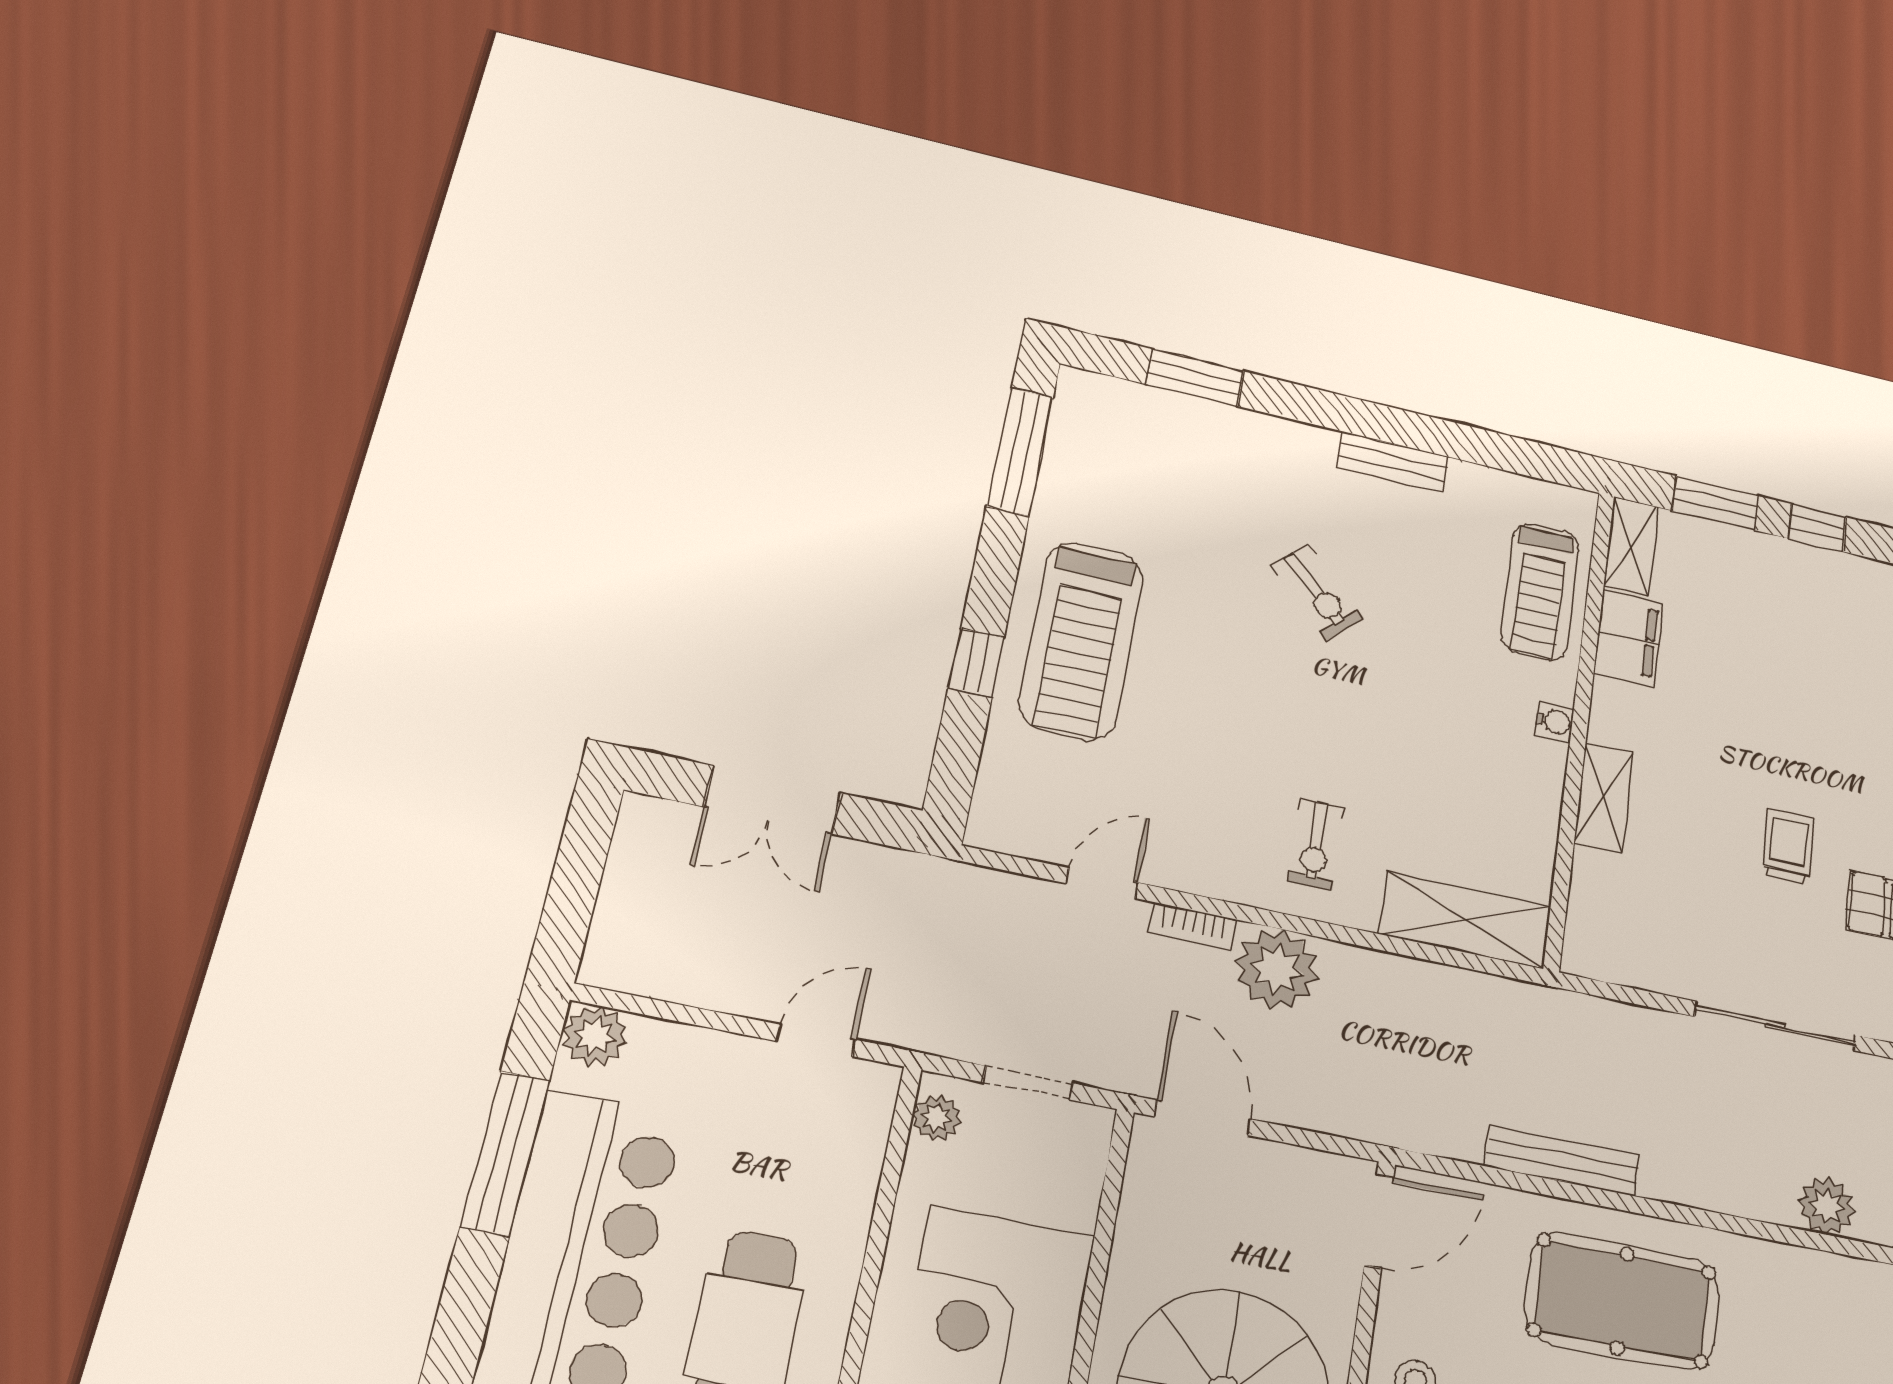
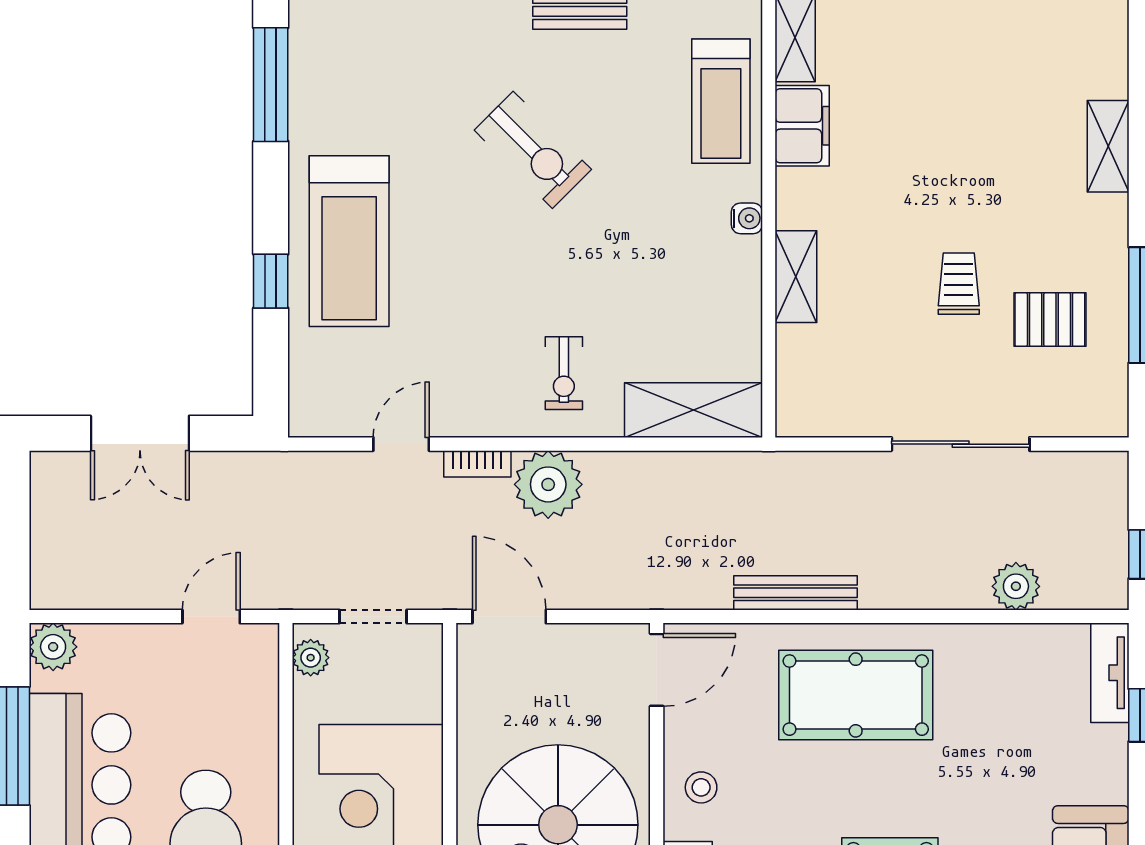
exercise bike: (1317, 592) -> (533, 150), width x1.38, depth x1.39

